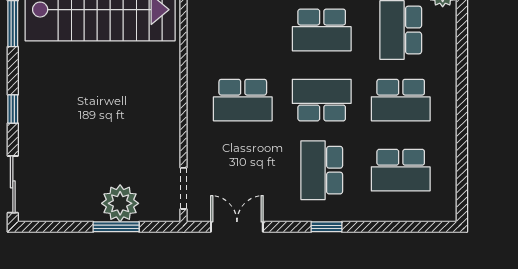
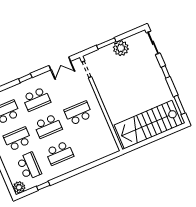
school desk: (322, 30) -> (59, 153), turned 180
school desk: (322, 170) -> (36, 99), turned 90
plant: (120, 203) -> (121, 48), moved

